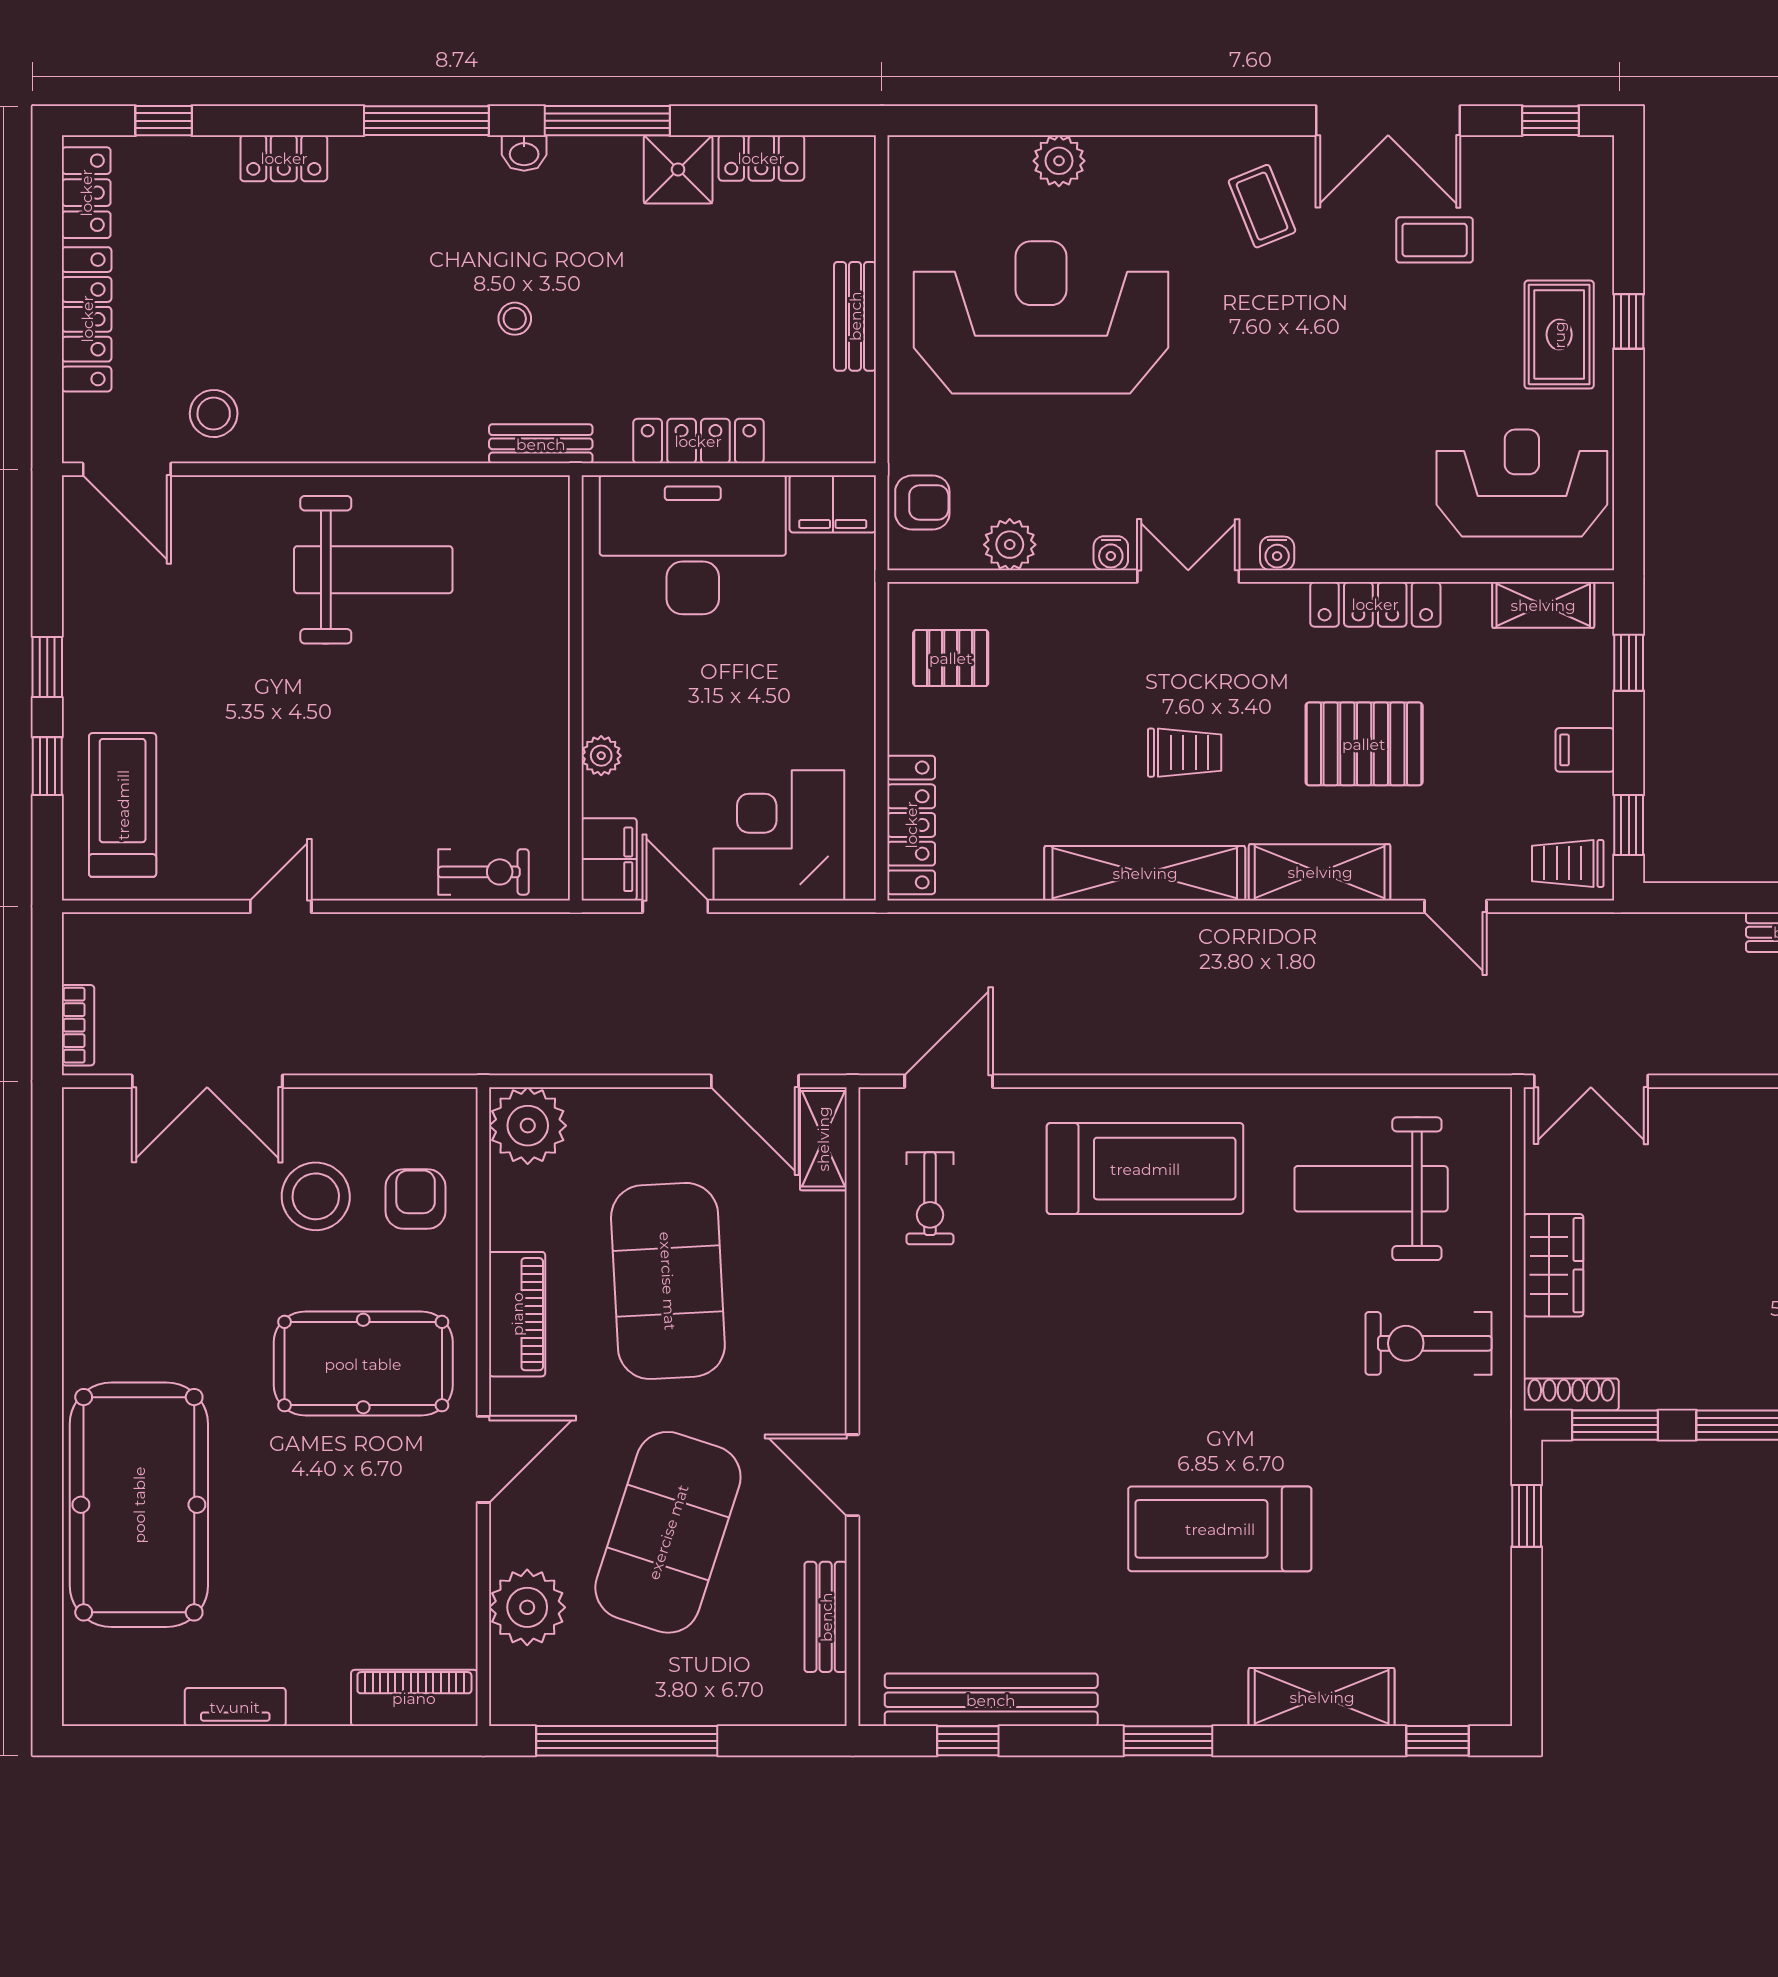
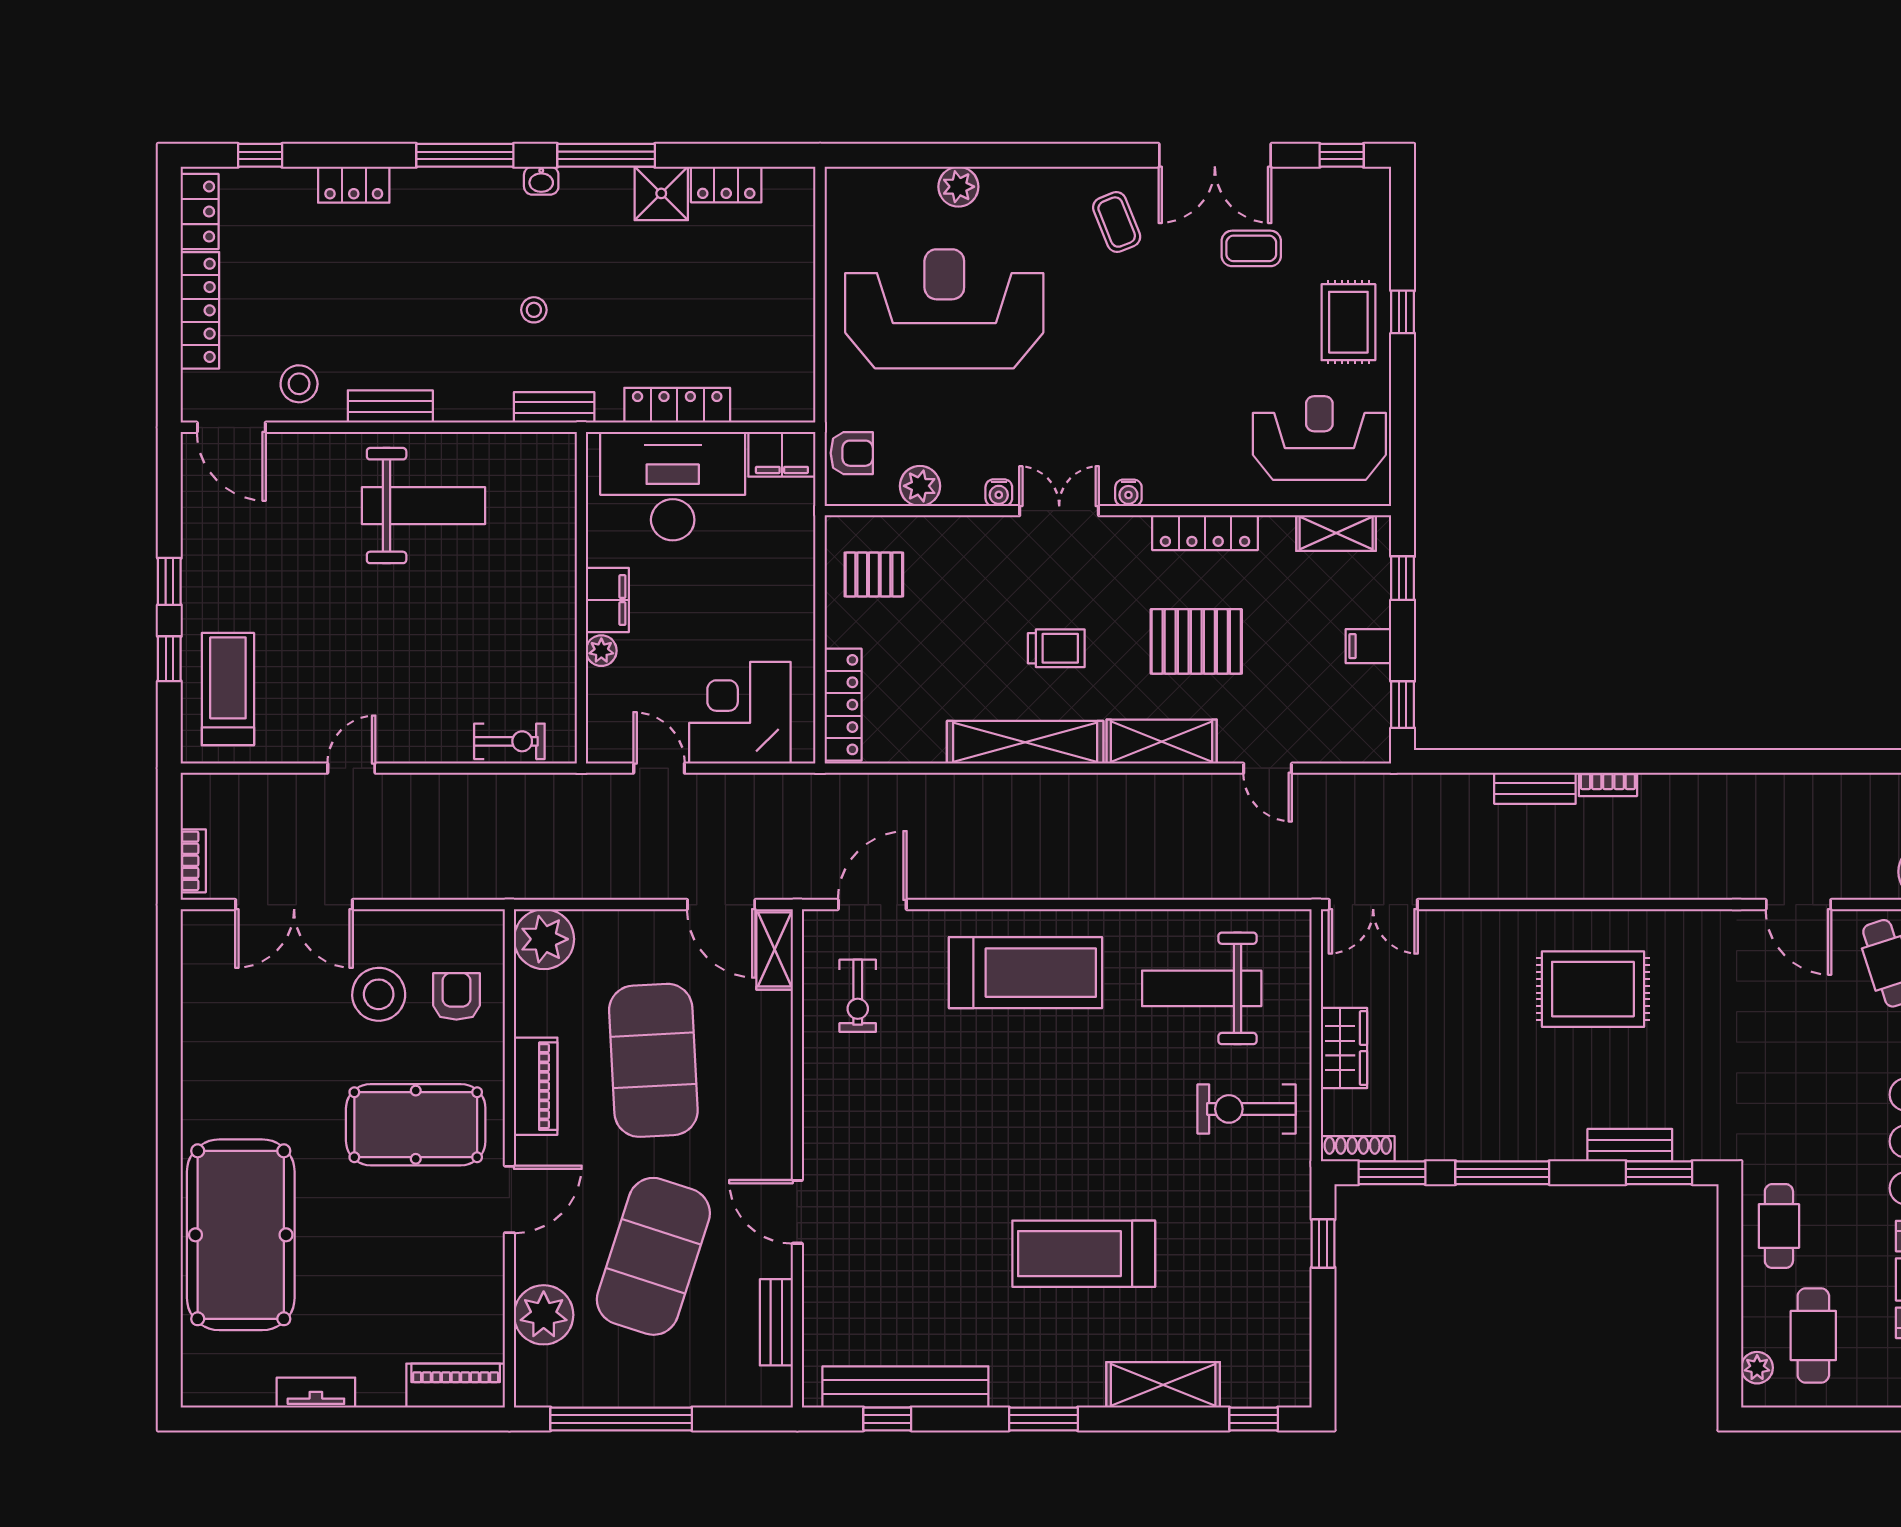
bench: (855, 316) -> (390, 407), moved, turned 90
filing cabinet: (609, 859) -> (607, 600), moved
trolley: (1568, 863) -> (1355, 735), removed

